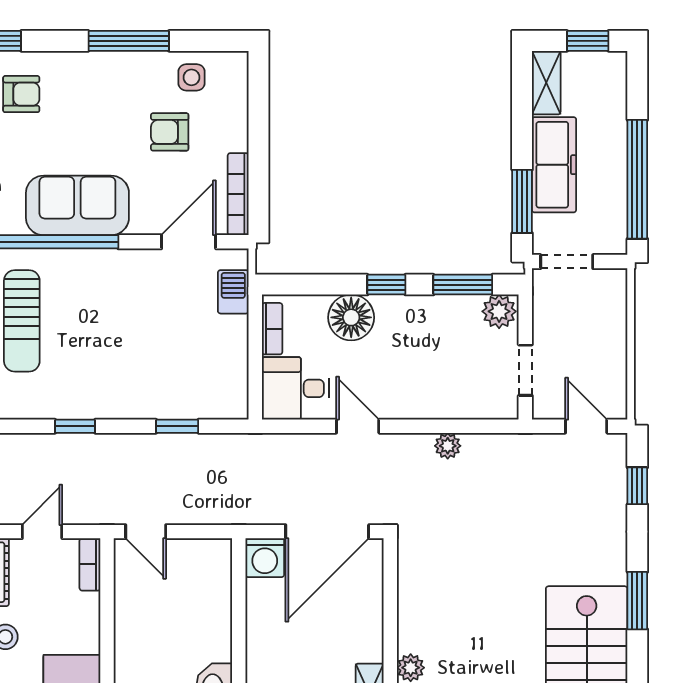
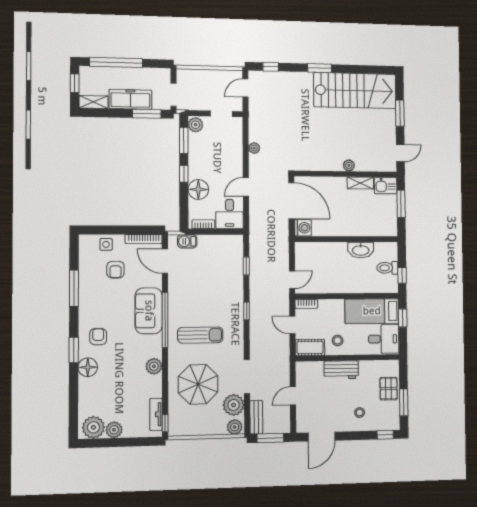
side table: (191, 77) -> (106, 244), moved
window: (637, 179) -> (116, 62), moved

